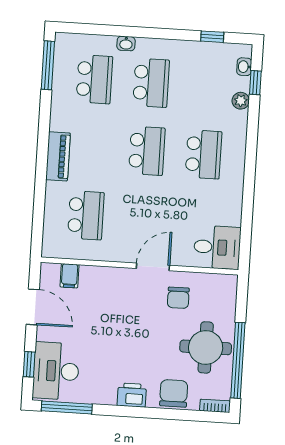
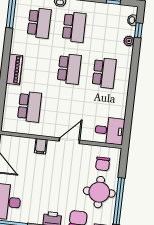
filing cabinet: (70, 276) -> (41, 146), moved
chair: (178, 298) -> (103, 164), moved

